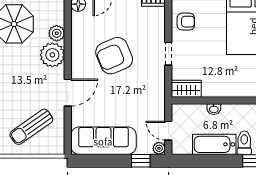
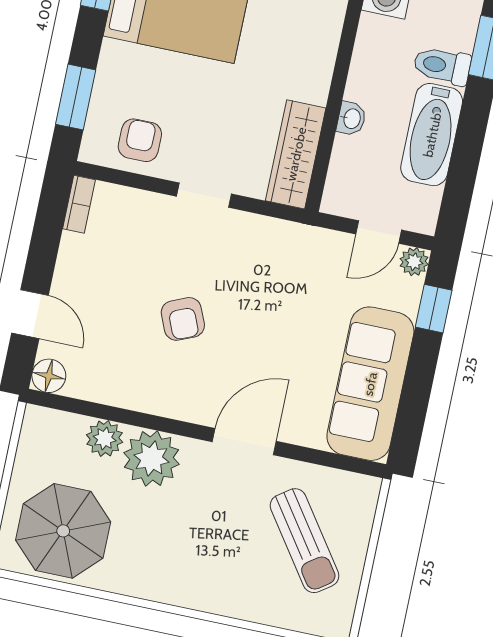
armchair: (114, 56) -> (183, 319), width x0.53, depth x0.53
wardrobe: (186, 89) -> (296, 154), width x1.50
door: (68, 93) -> (244, 442), hinge flipped

